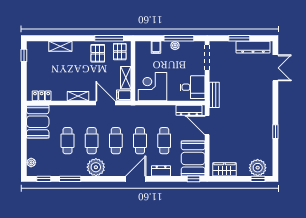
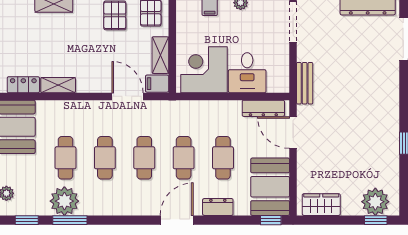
desk: (193, 87) -> (247, 73), moved, turned 90
shelving: (78, 96) -> (58, 85), moved
plant: (96, 167) -> (64, 201), moved

